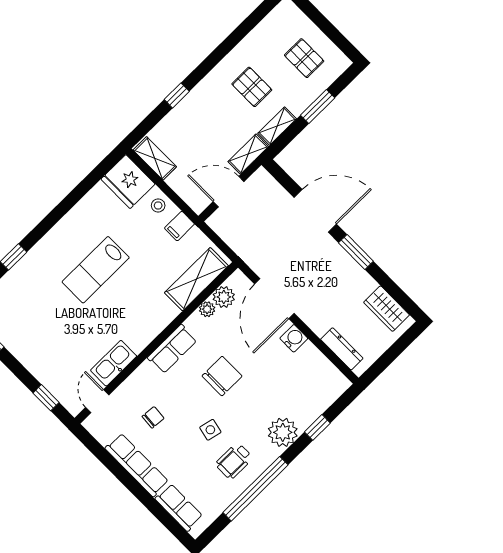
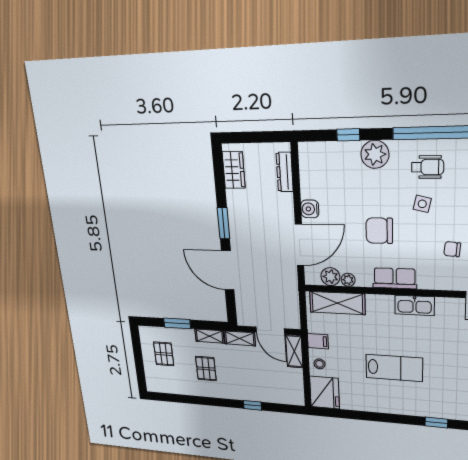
shelving: (155, 158) -> (294, 351), moved
kitchen sink: (114, 363) -> (415, 305), moved

